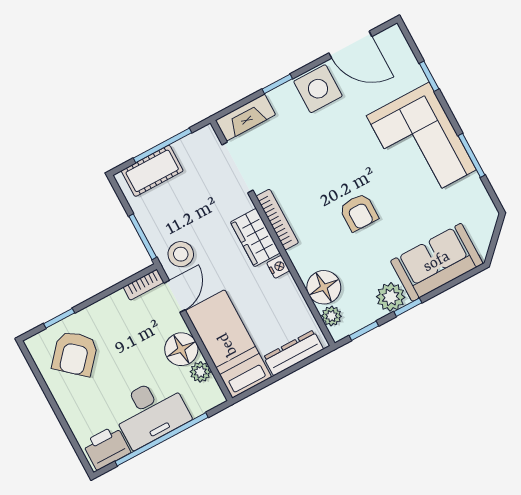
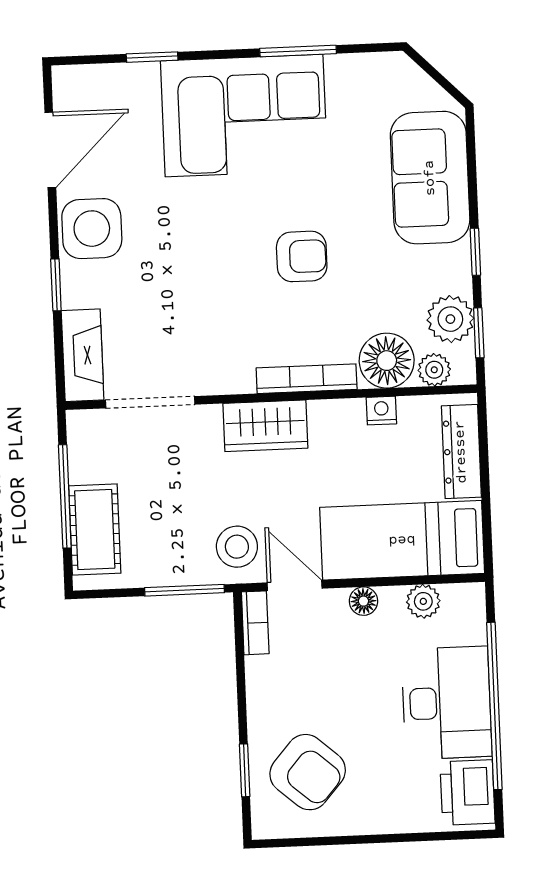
bookcase: (277, 220) -> (307, 379), moved
nightstand: (278, 267) -> (381, 411), moved
plant: (391, 297) -> (450, 319), moved
floor lamp: (181, 349) -> (363, 601), width x0.53, depth x0.53

